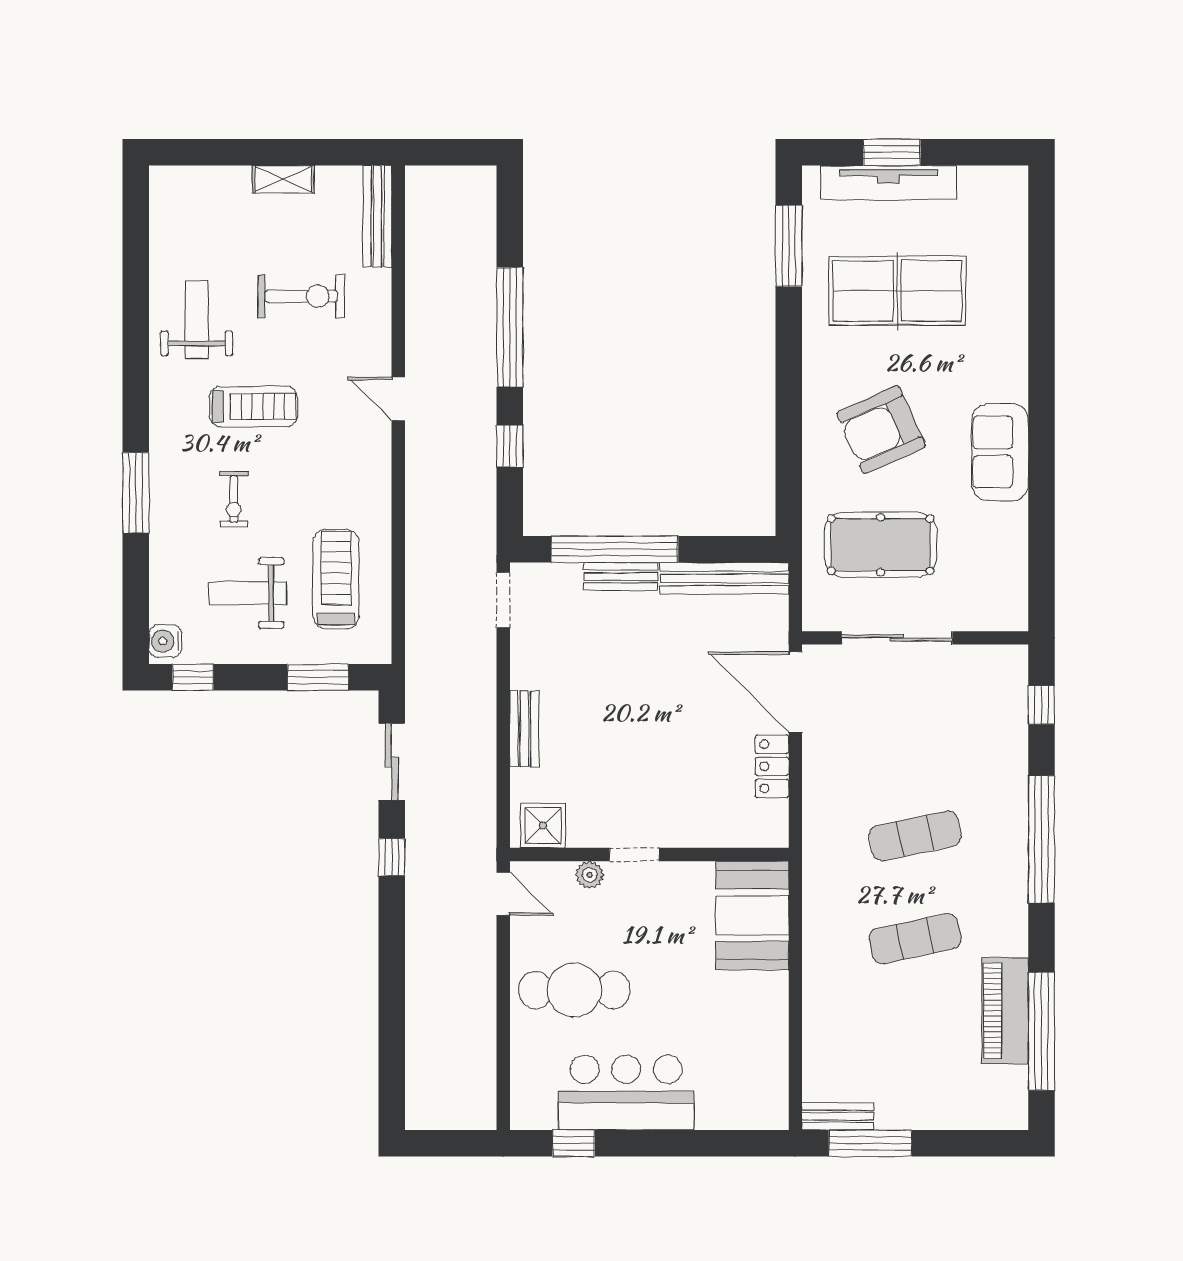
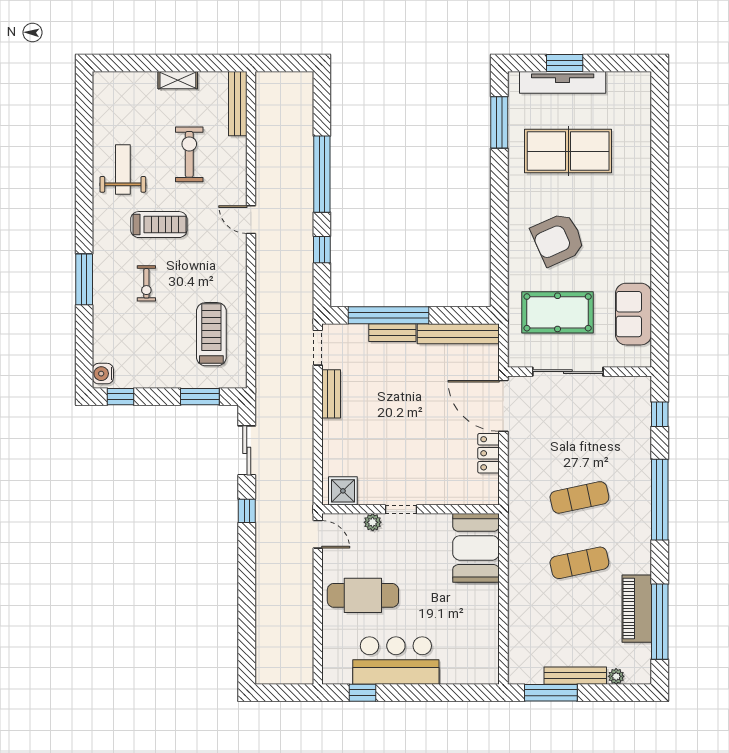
exercise bike: (301, 296) -> (189, 154), turned -90
sofa: (1000, 452) -> (633, 314), moved
weight bench: (248, 593) -> (155, 343), removed
bench: (524, 729) -> (331, 394), moved
bench: (838, 1116) -> (575, 676), moved, width x1.36
plant: (973, 1117) -> (616, 676), added

